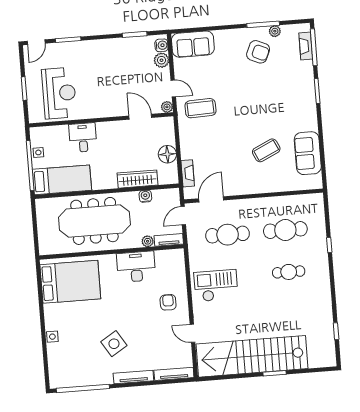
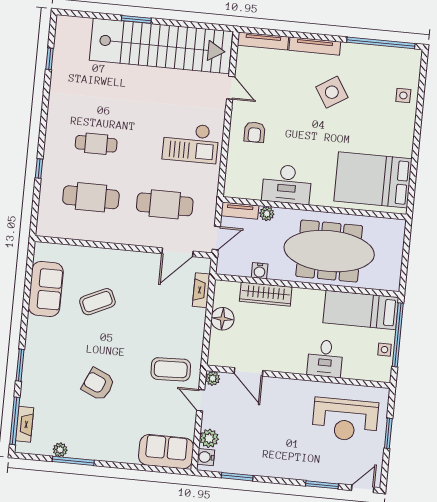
armchair: (258, 52) -> (98, 384), moved
reception desk: (59, 93) -> (345, 420), turned -90
side table: (52, 337) -> (403, 95), moved

